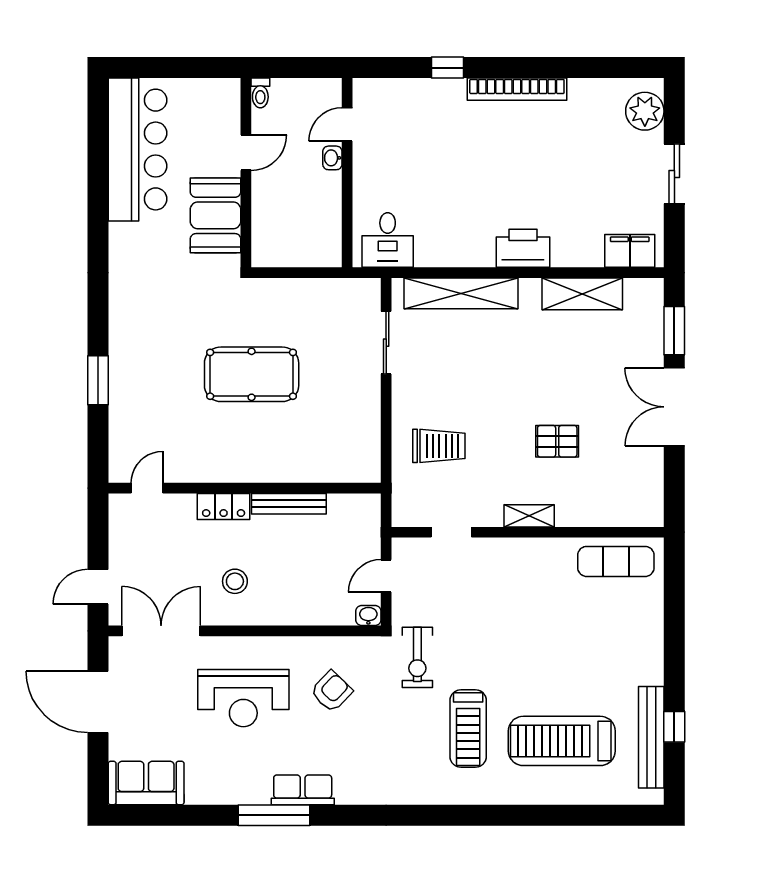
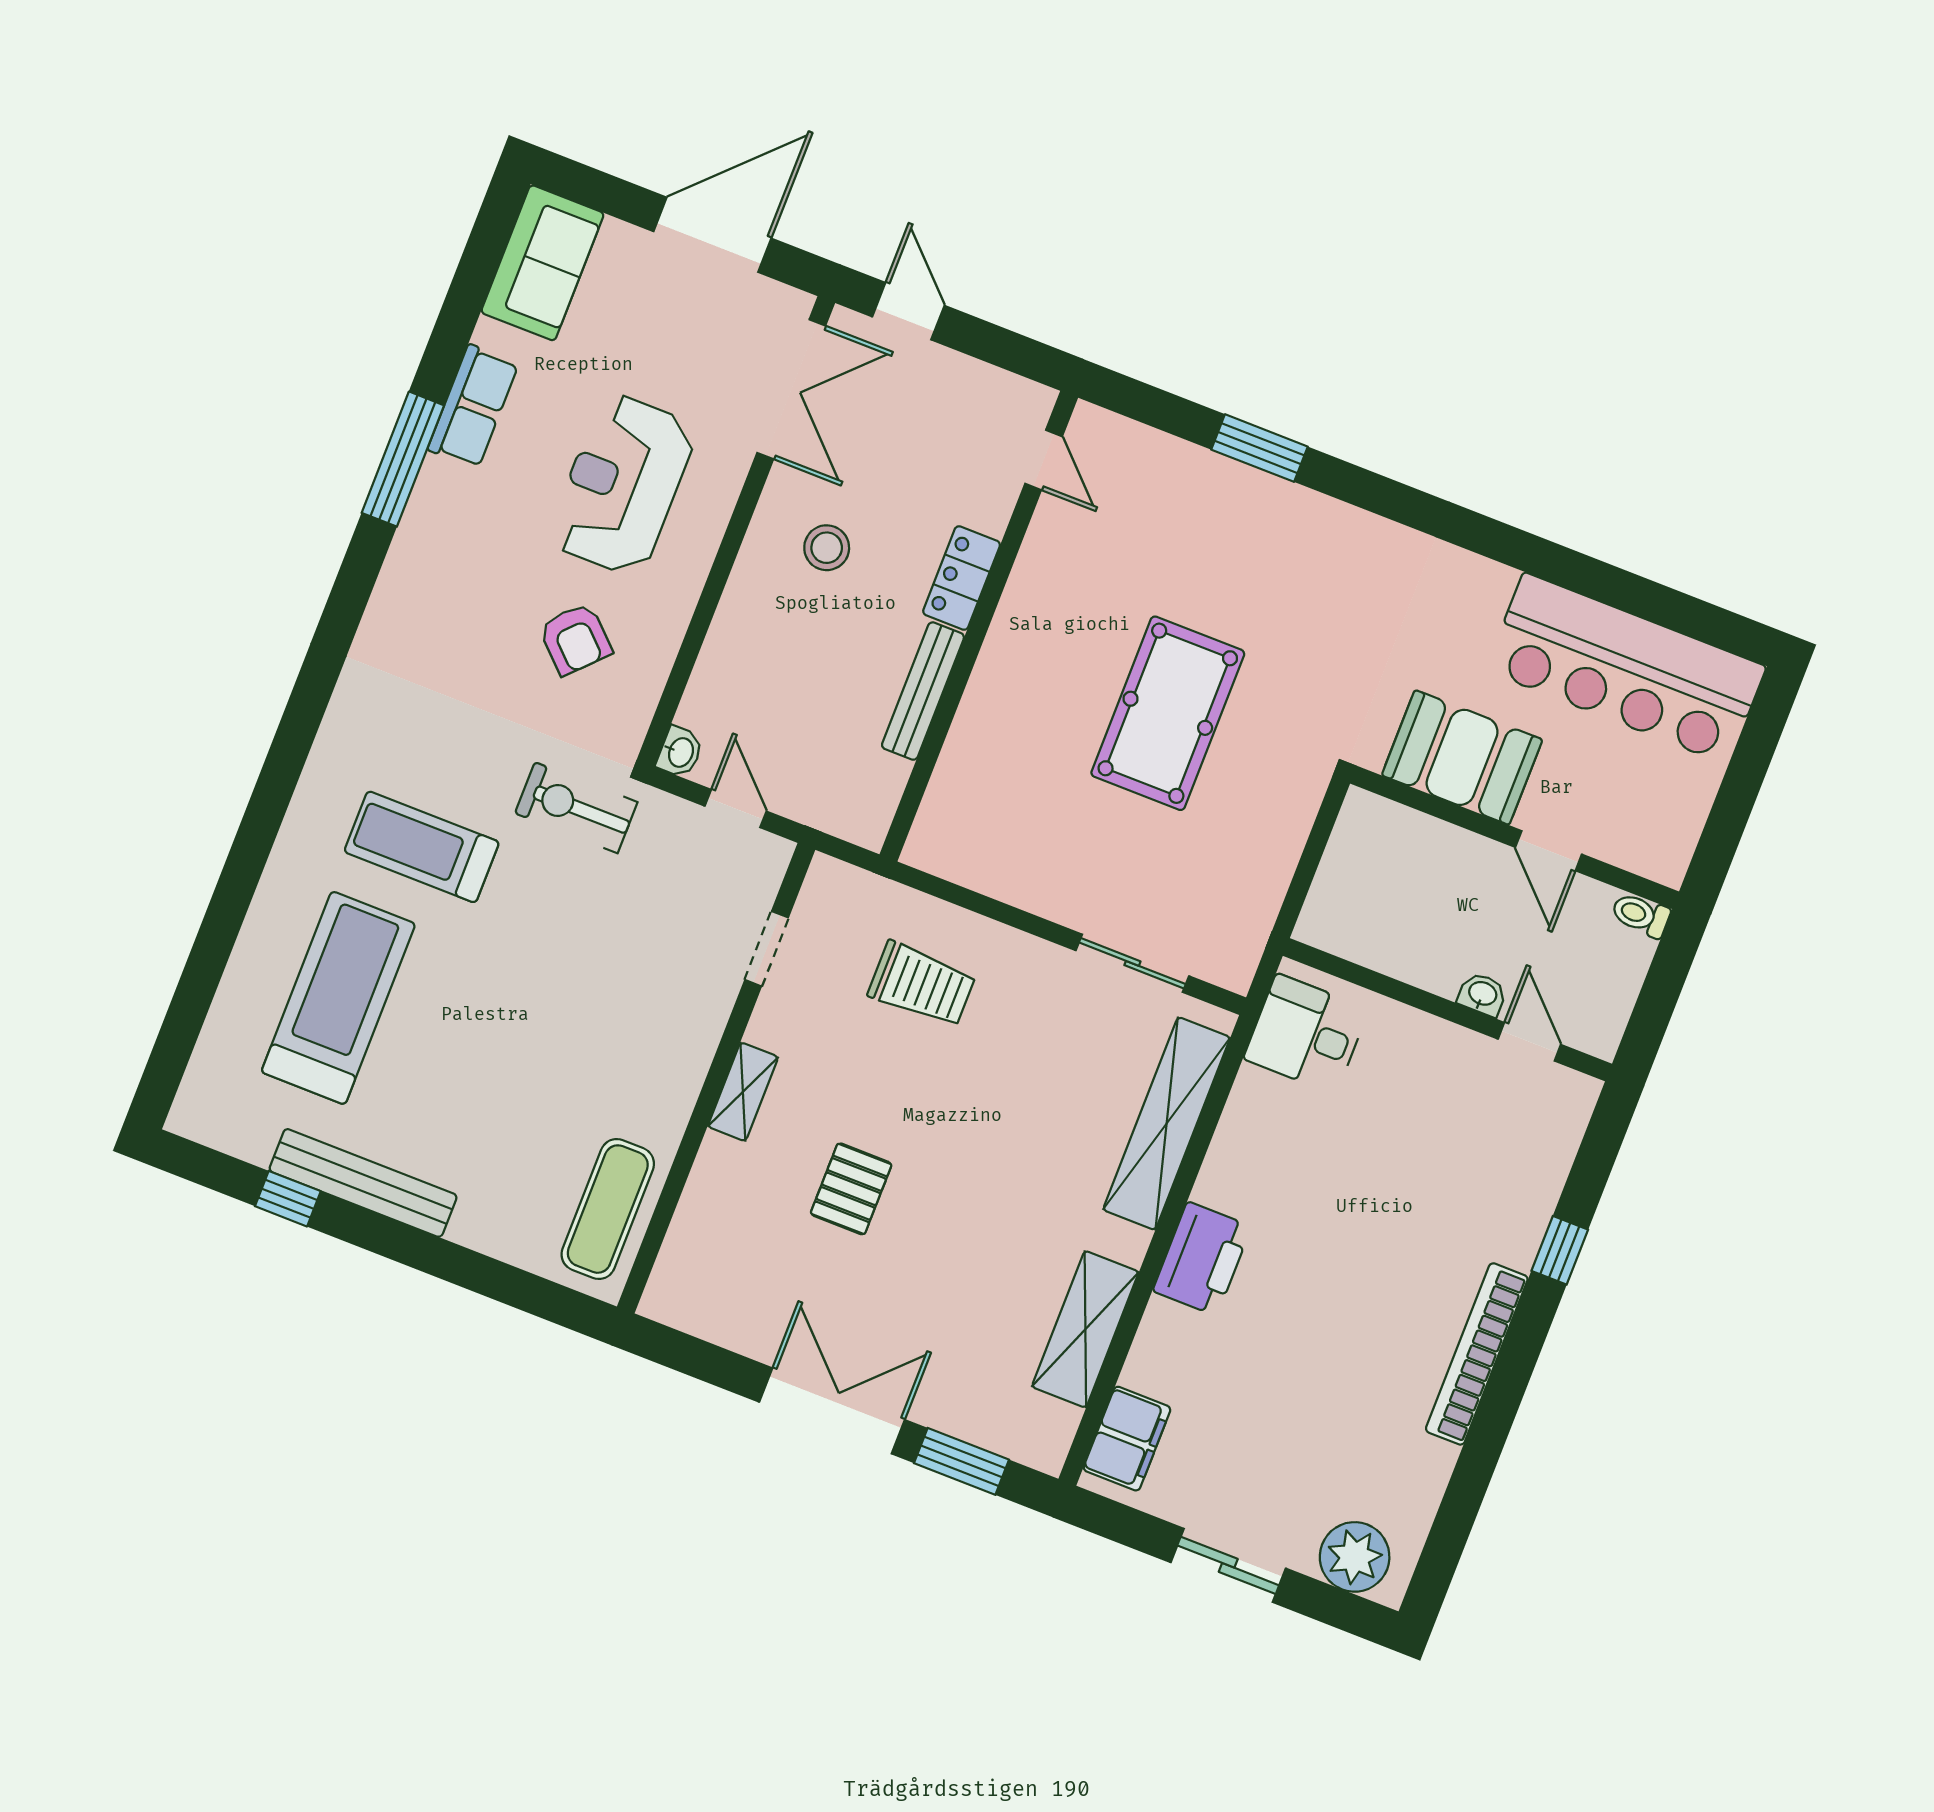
trolley: (439, 446) -> (922, 984), turned -90
bench: (651, 737) -> (363, 1183), moved
row of seats: (303, 790) -> (473, 406), moved

